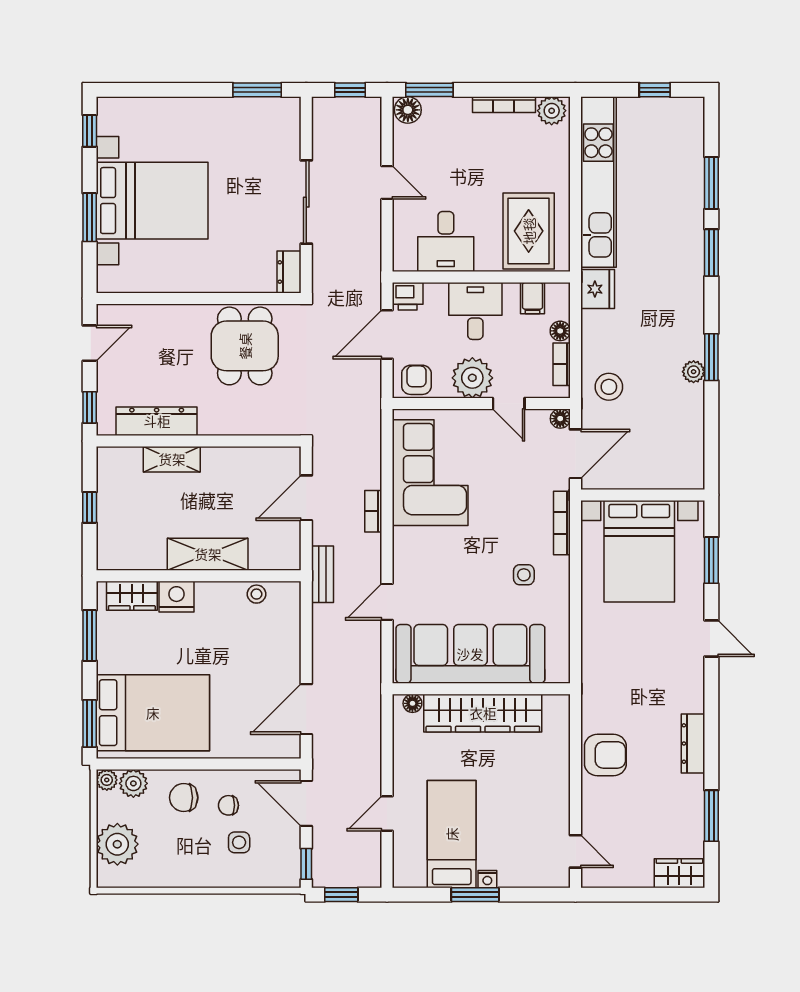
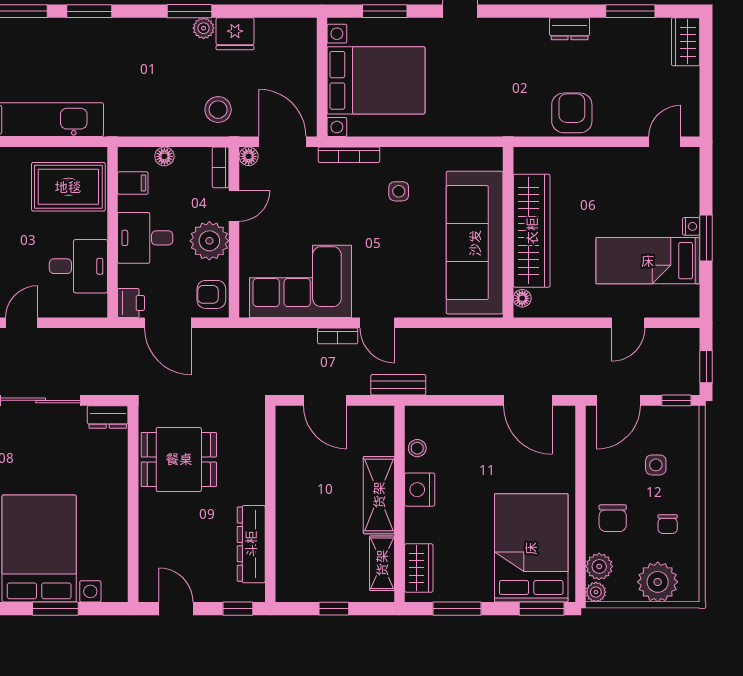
fridge: (598, 289) -> (235, 34), moved, turned 180
bookcase: (562, 364) -> (221, 167), moved, turned 90
shelving: (172, 459) -> (382, 563), moved
nightstand: (177, 597) -> (420, 490), moved
door: (387, 602) -> (377, 323), moved
dresser: (693, 744) -> (570, 29), width x0.70
chair: (228, 805) -> (668, 524), moved
door: (387, 814) -> (628, 323), hinge flipped

